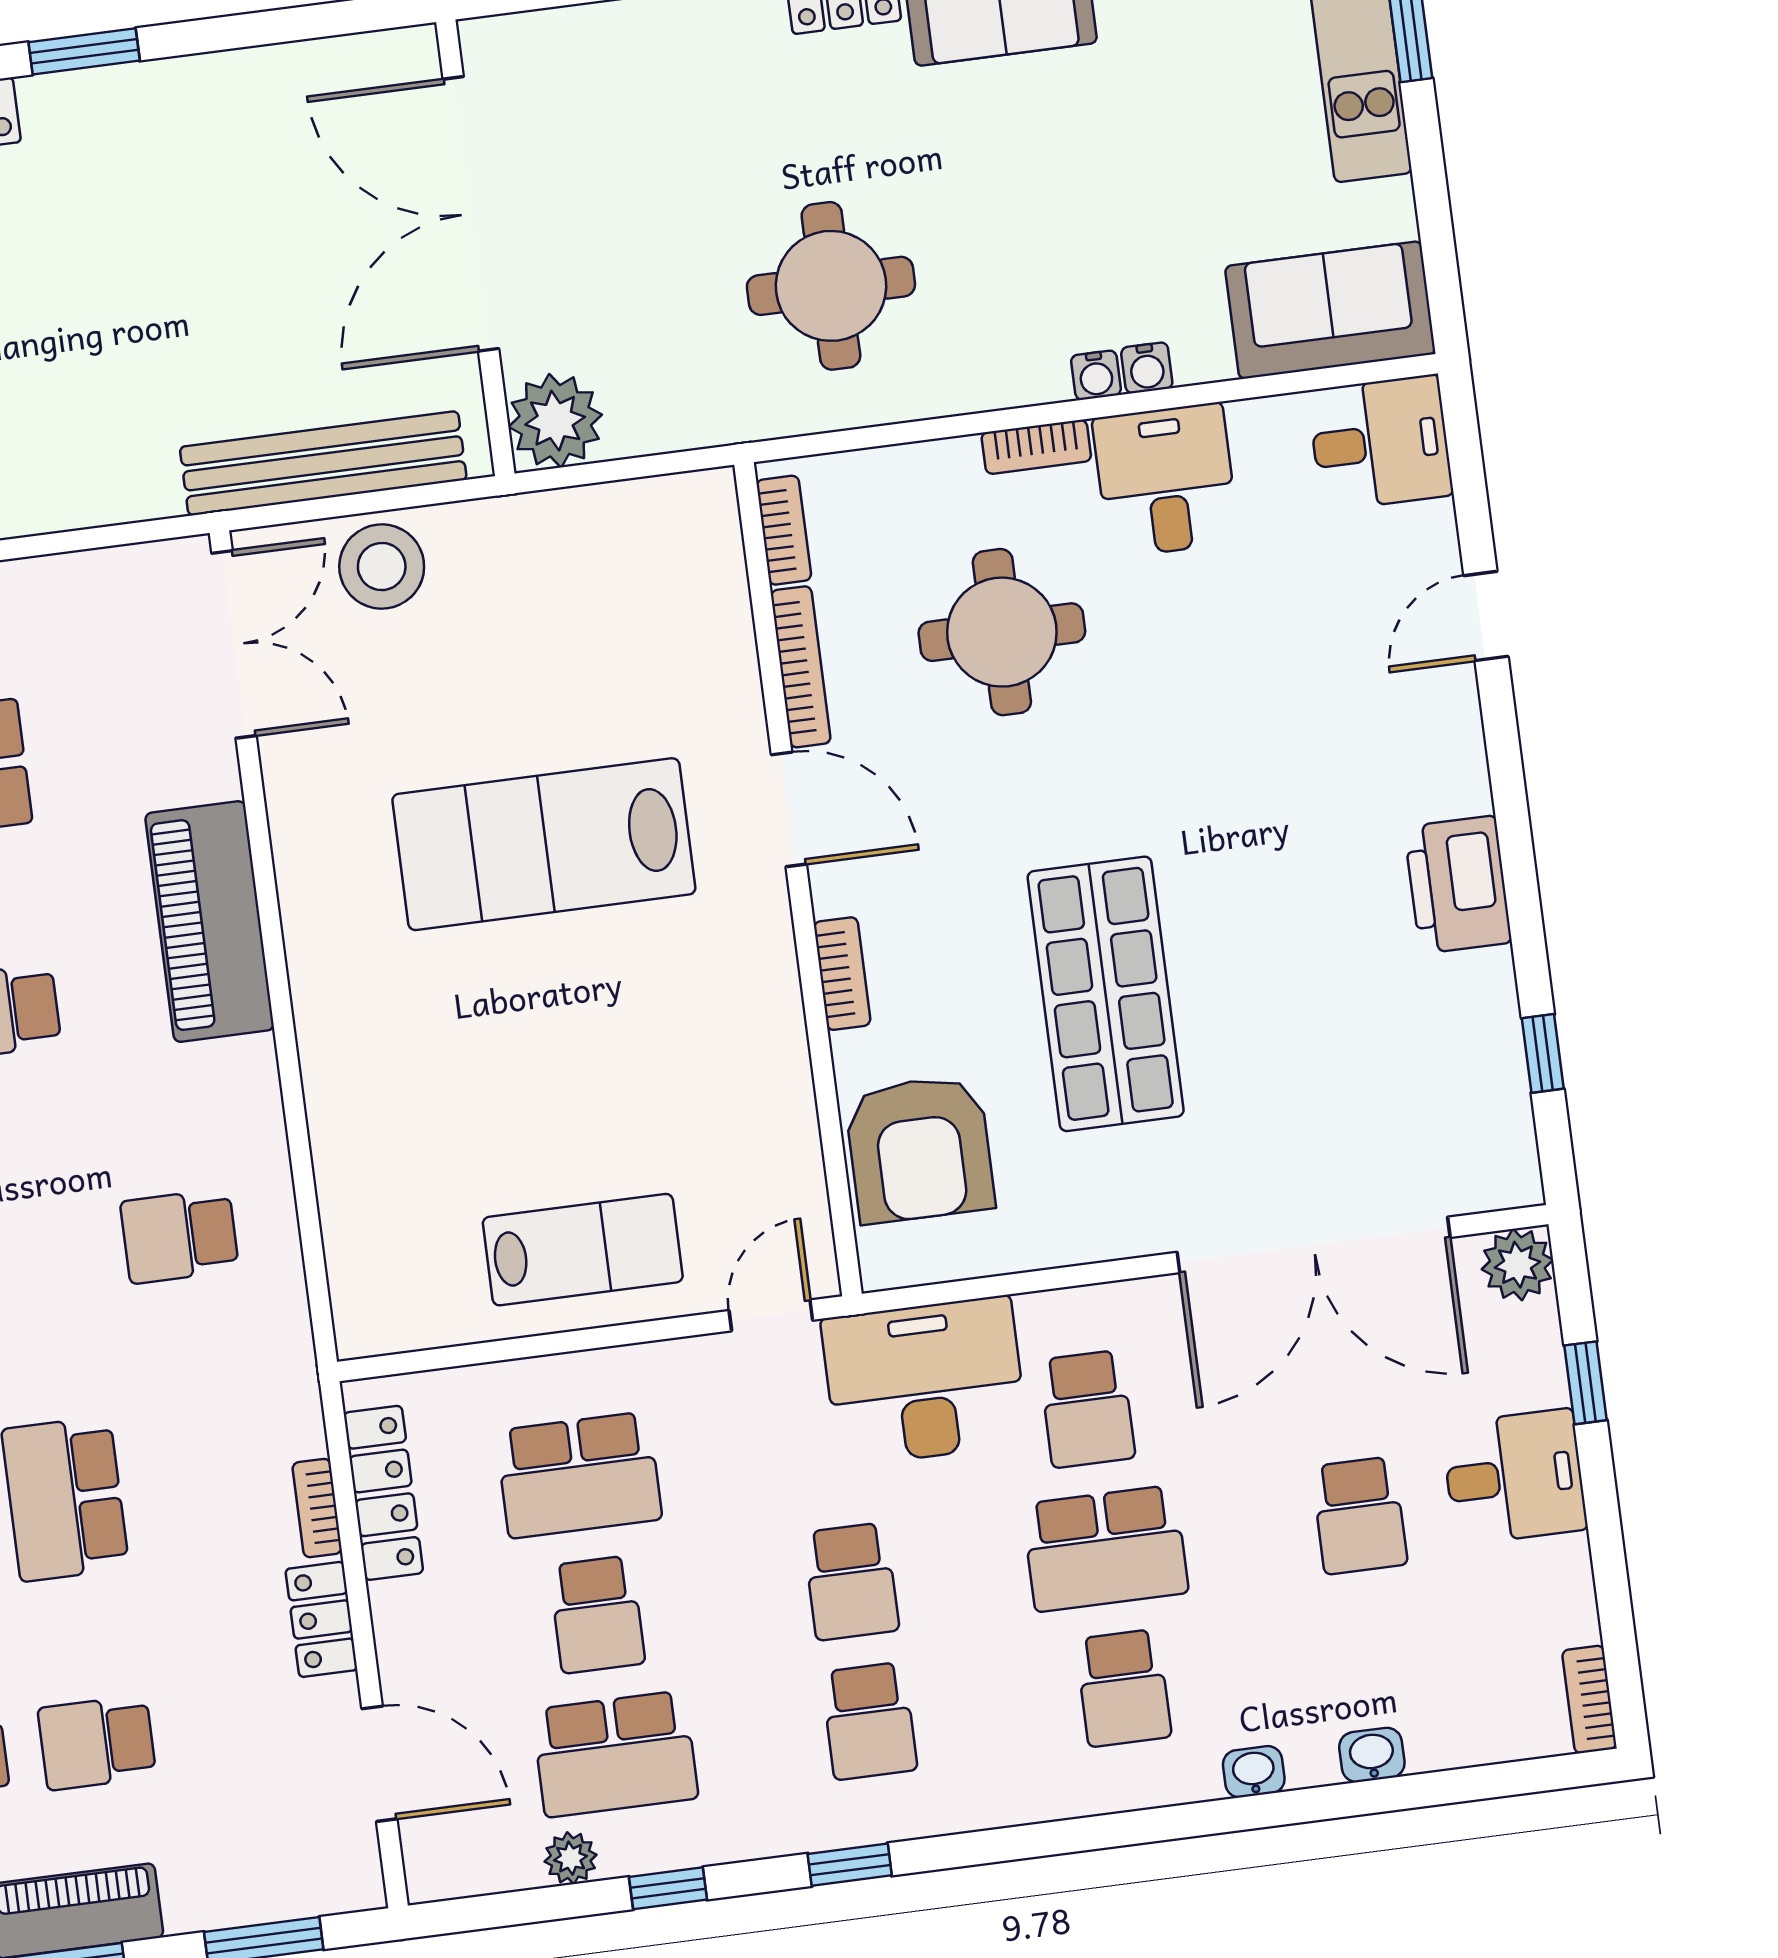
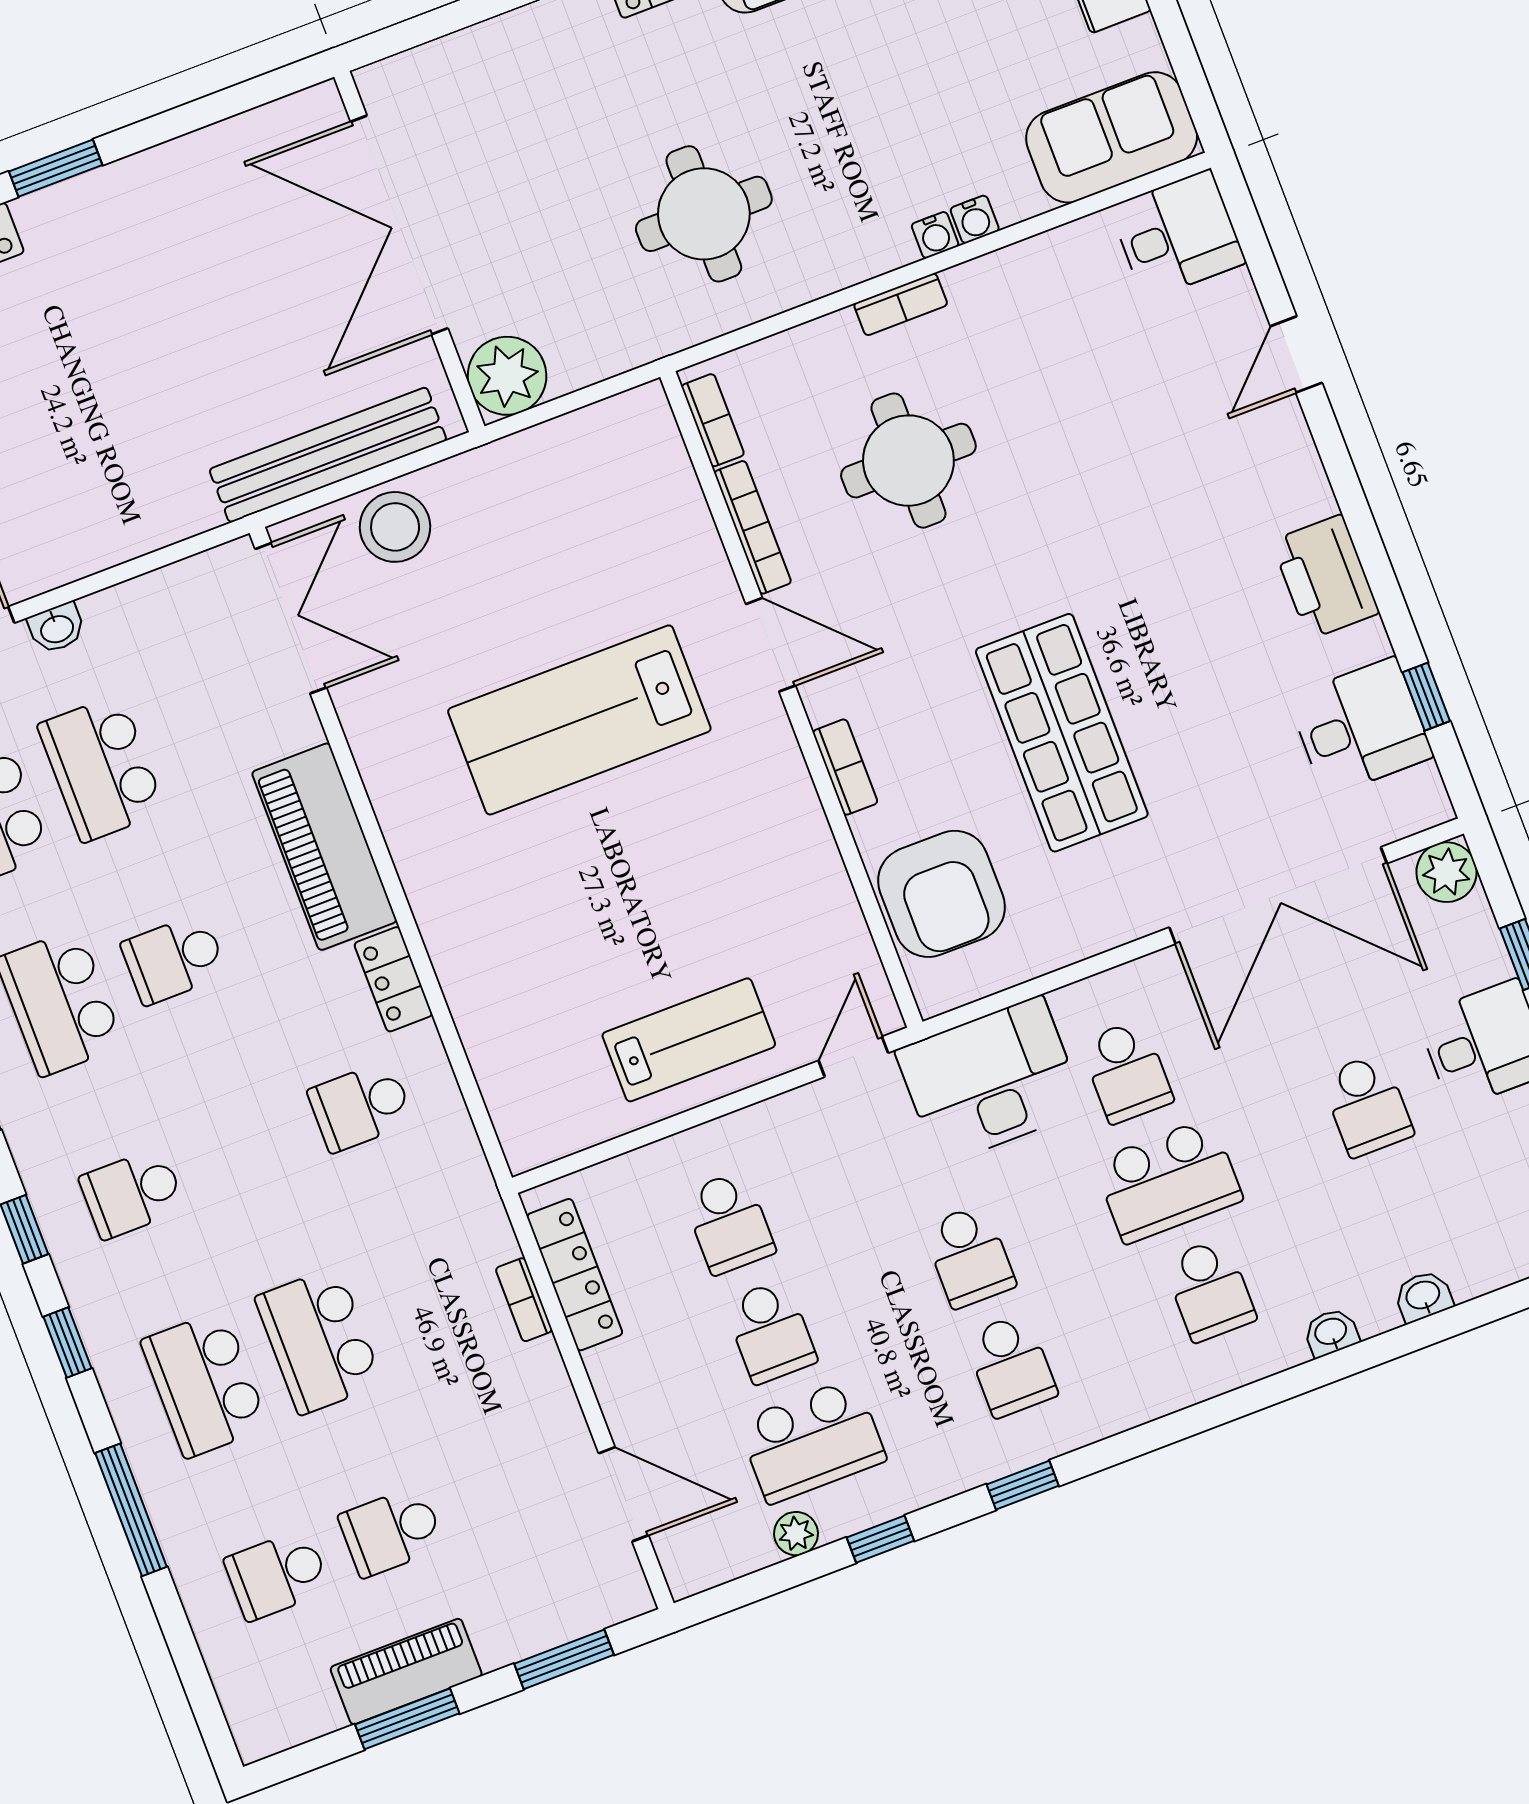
desk: (1166, 480) -> (1360, 727), moved, turned 90
school desk: (579, 1475) -> (729, 1223), width x0.54
locker: (321, 1619) -> (393, 979), moved

